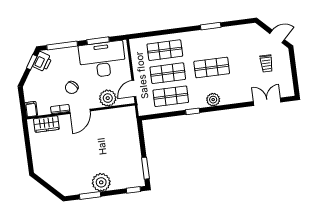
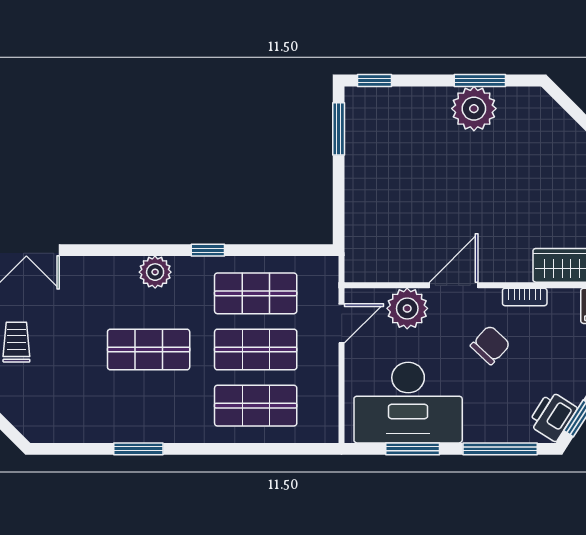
door: (80, 111) -> (454, 285), moved
plant: (101, 182) -> (474, 109), moved

